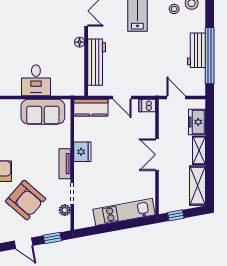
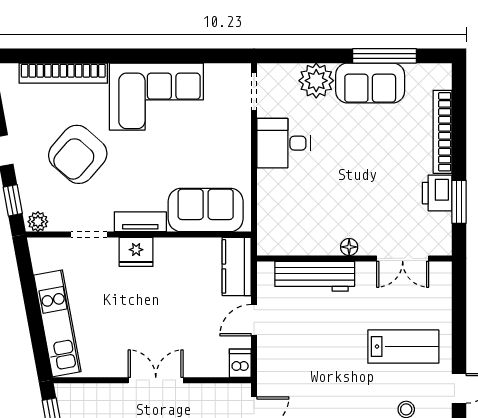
desk: (36, 80) -> (284, 143), moved
sofa: (43, 112) -> (206, 210), moved, turned 90
fridge: (82, 152) -> (136, 252), moved
plant: (65, 210) -> (38, 222), moved

